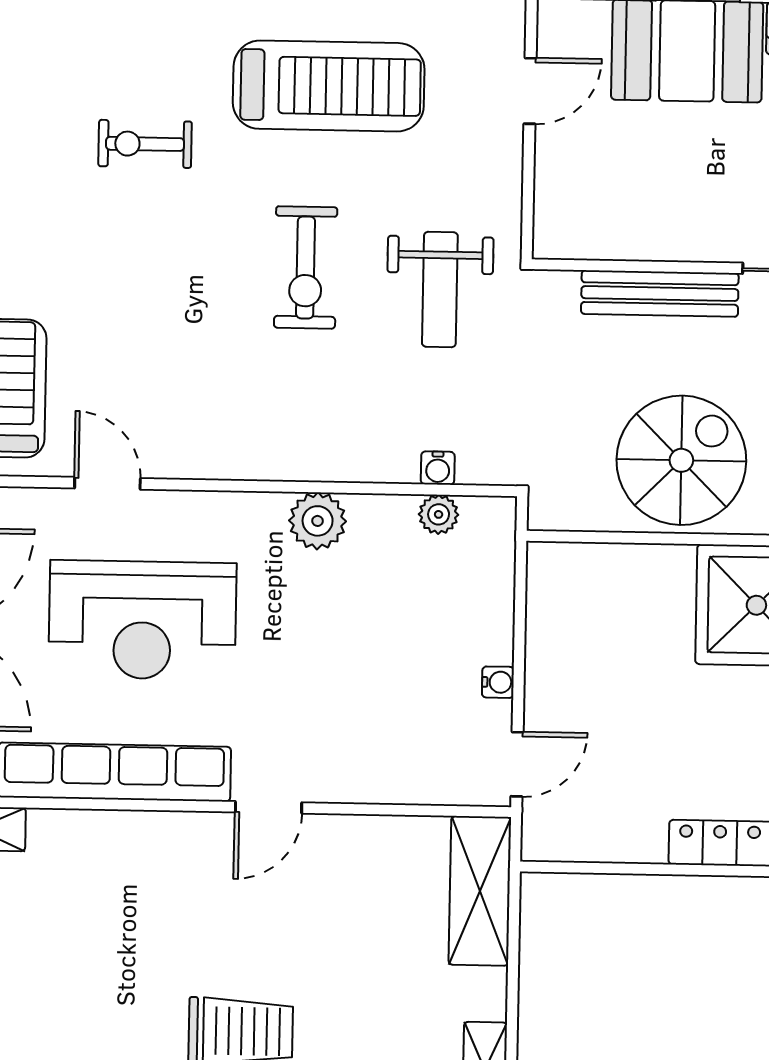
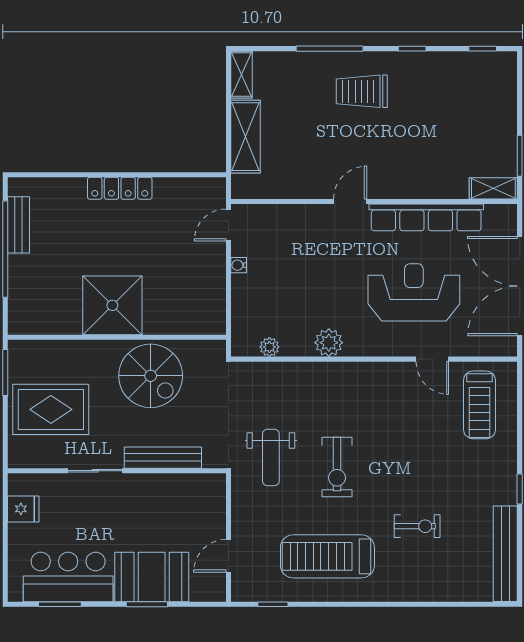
exercise bike: (306, 267) -> (337, 467), turned 180
weight bench: (440, 289) -> (271, 457), turned 180
spiral stairs: (681, 460) -> (151, 376), turned -90
water cooler: (438, 468) -> (270, 370), removed
shelving: (480, 891) -> (246, 137), moved

